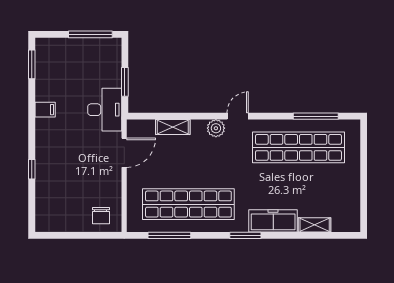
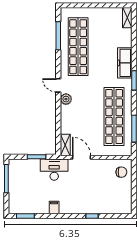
shelving: (173, 127) -> (65, 145), moved
shelving: (315, 225) -> (127, 18), moved

